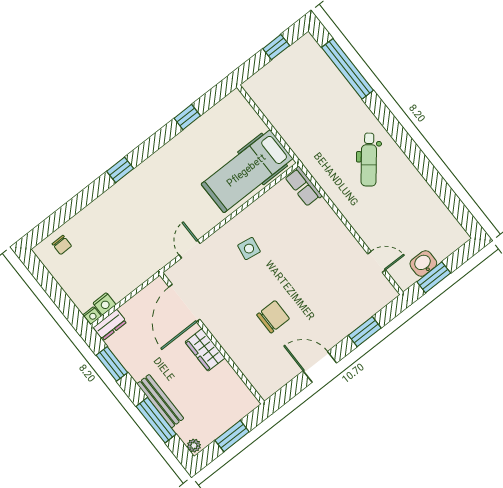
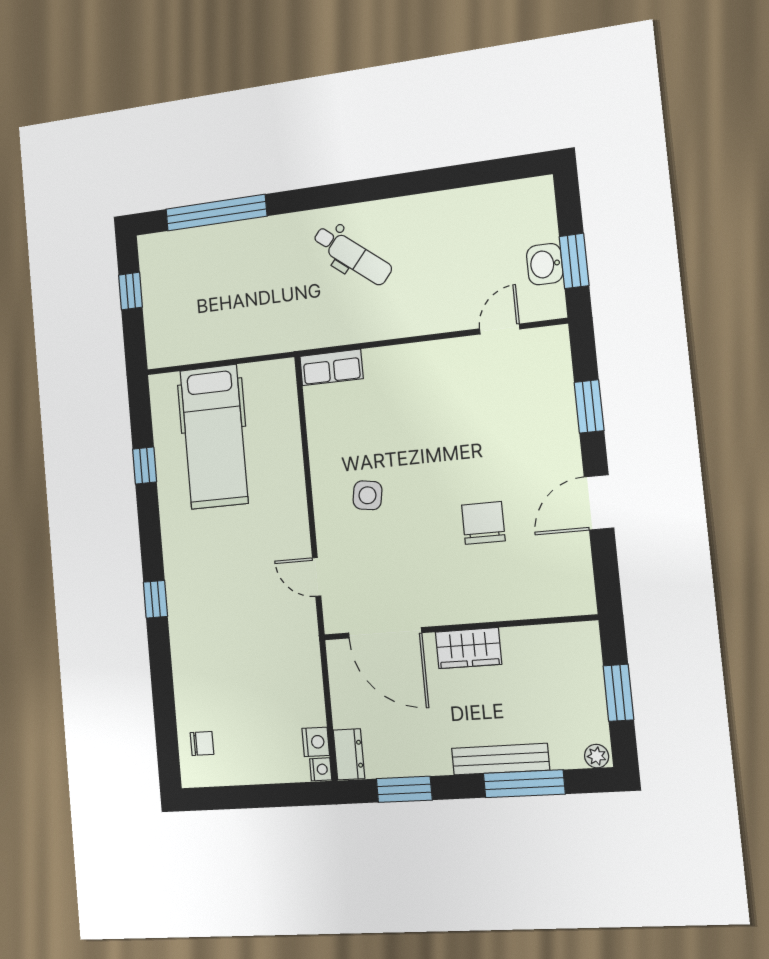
hospital bed: (247, 171) -> (214, 437), moved

